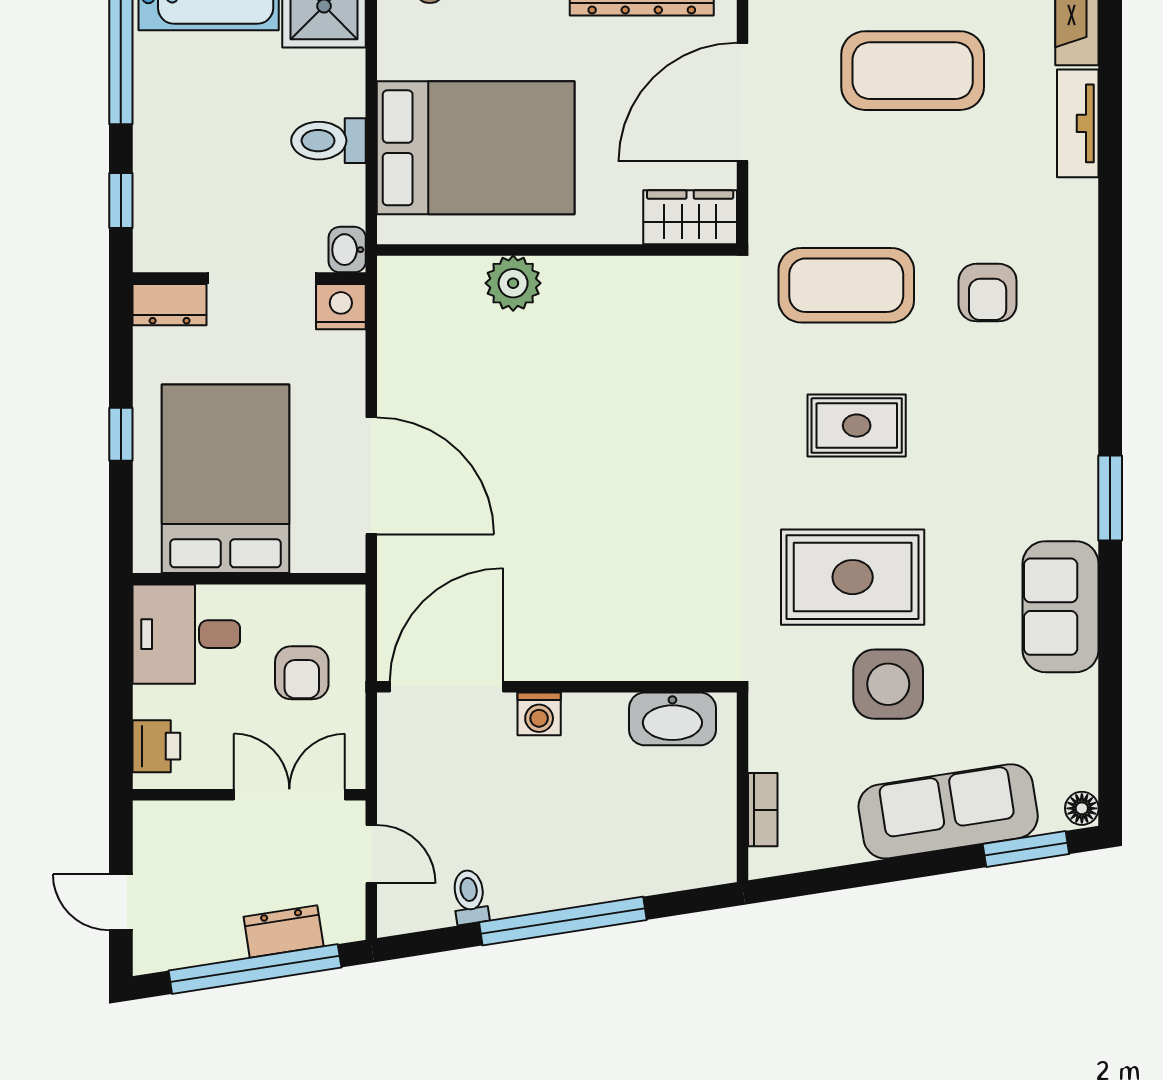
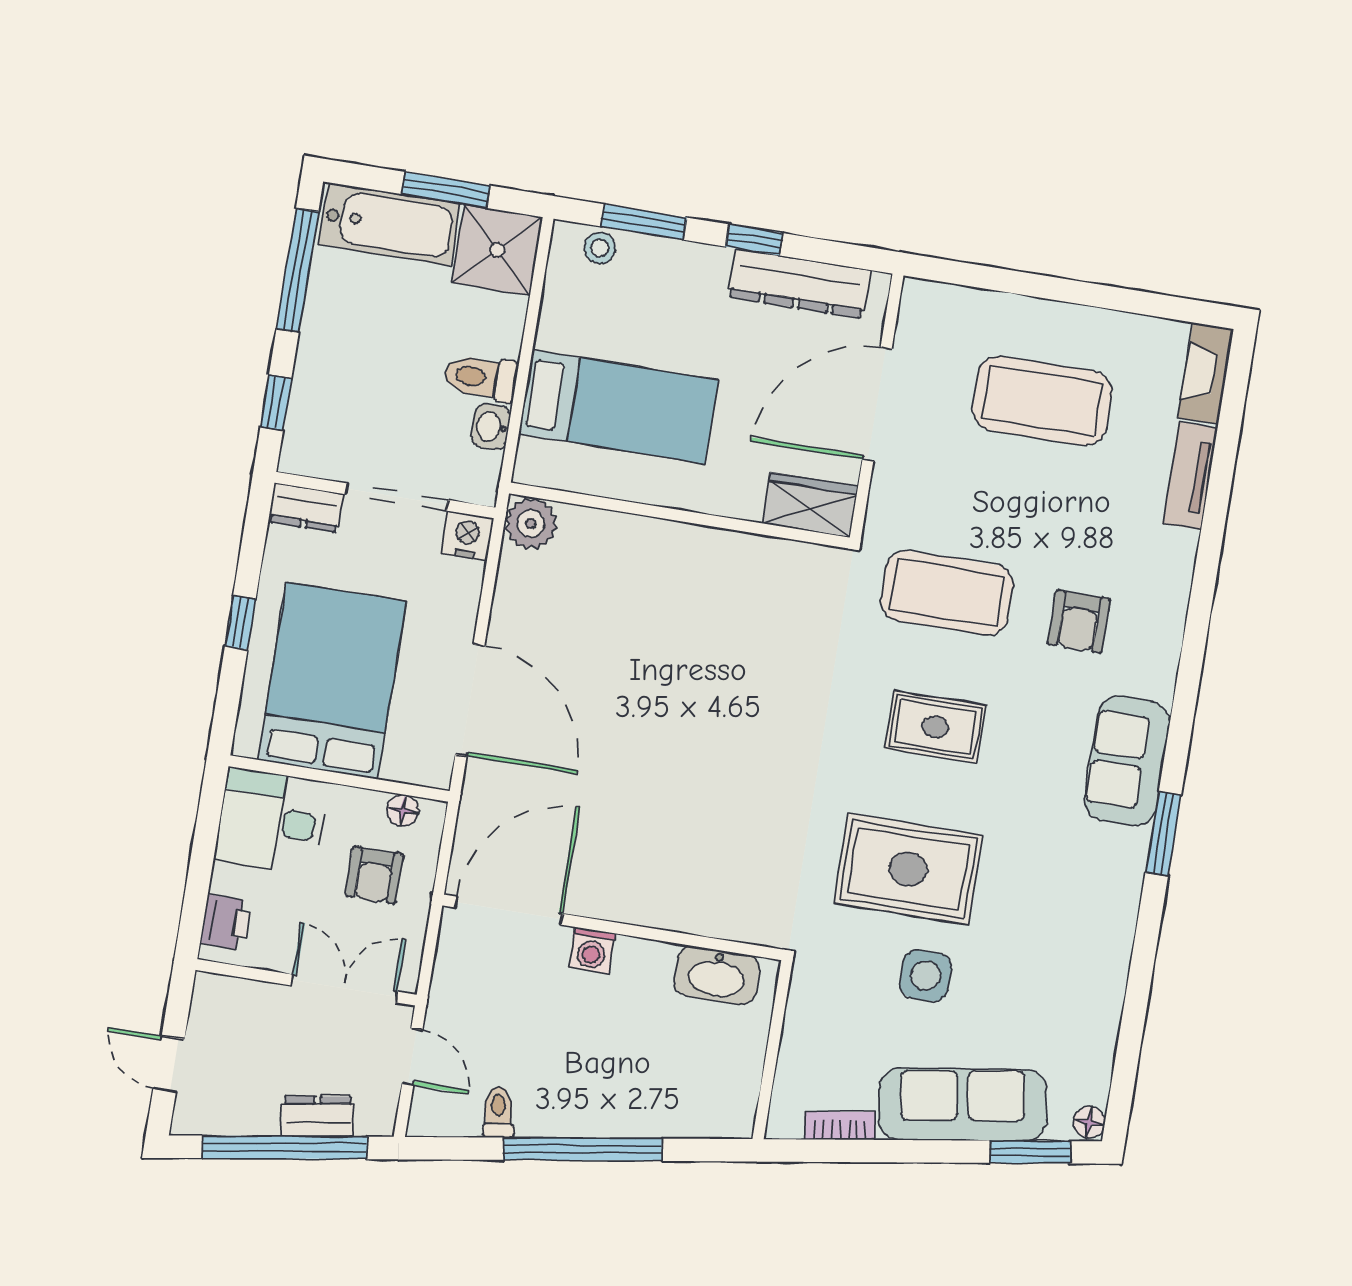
bed: (476, 148) -> (618, 407), width x0.67
washbasin: (347, 250) -> (491, 427), moved
plant: (513, 283) -> (531, 524), moved
floor lamp: (320, 601) -> (403, 810), added
sofa: (1061, 607) -> (1127, 761), moved
side table: (888, 684) -> (926, 976), width x0.73, depth x0.73
bookcase: (763, 810) -> (840, 1126), moved, turned -99

